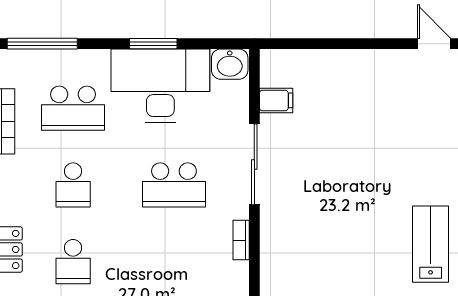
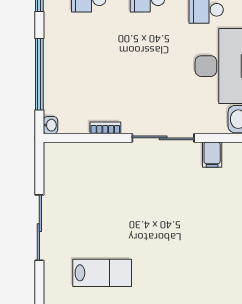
school desk: (174, 185) -> (147, 76), removed

